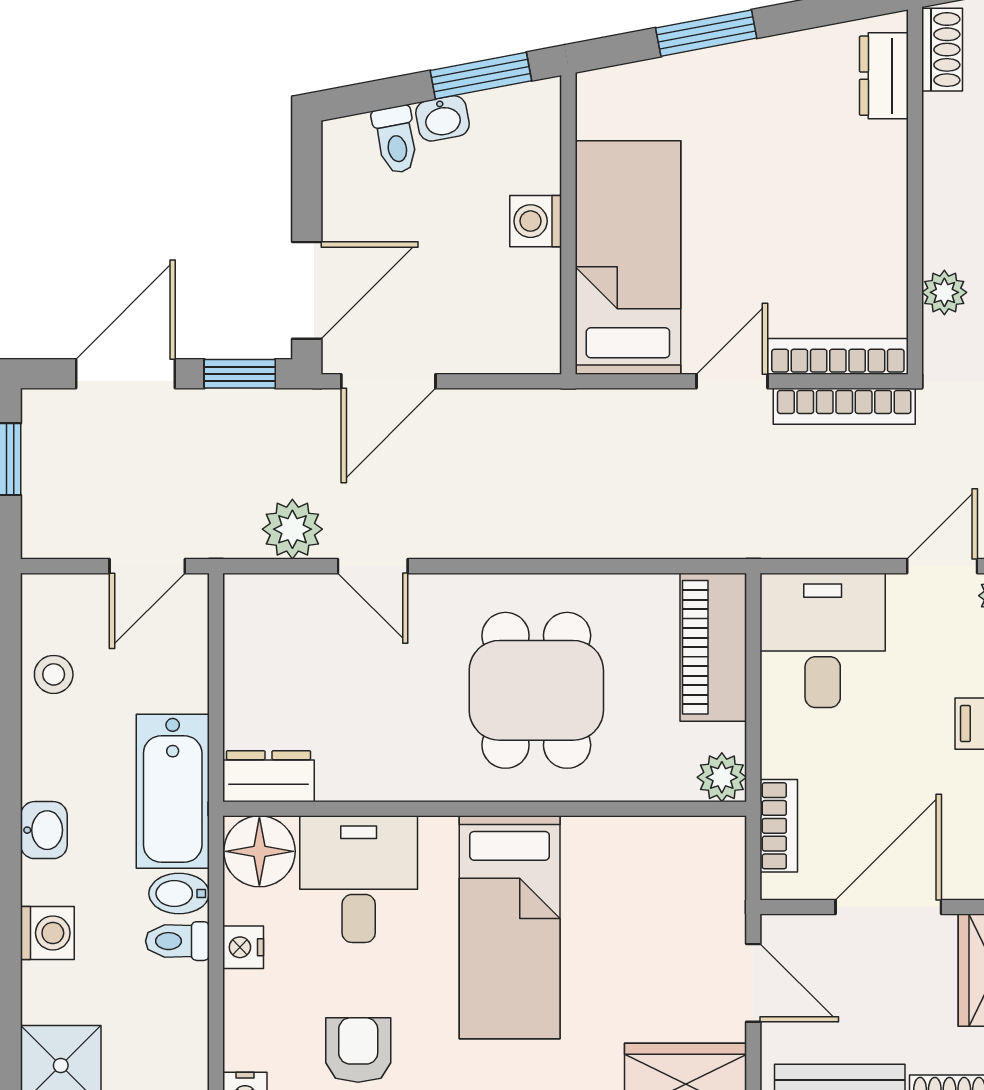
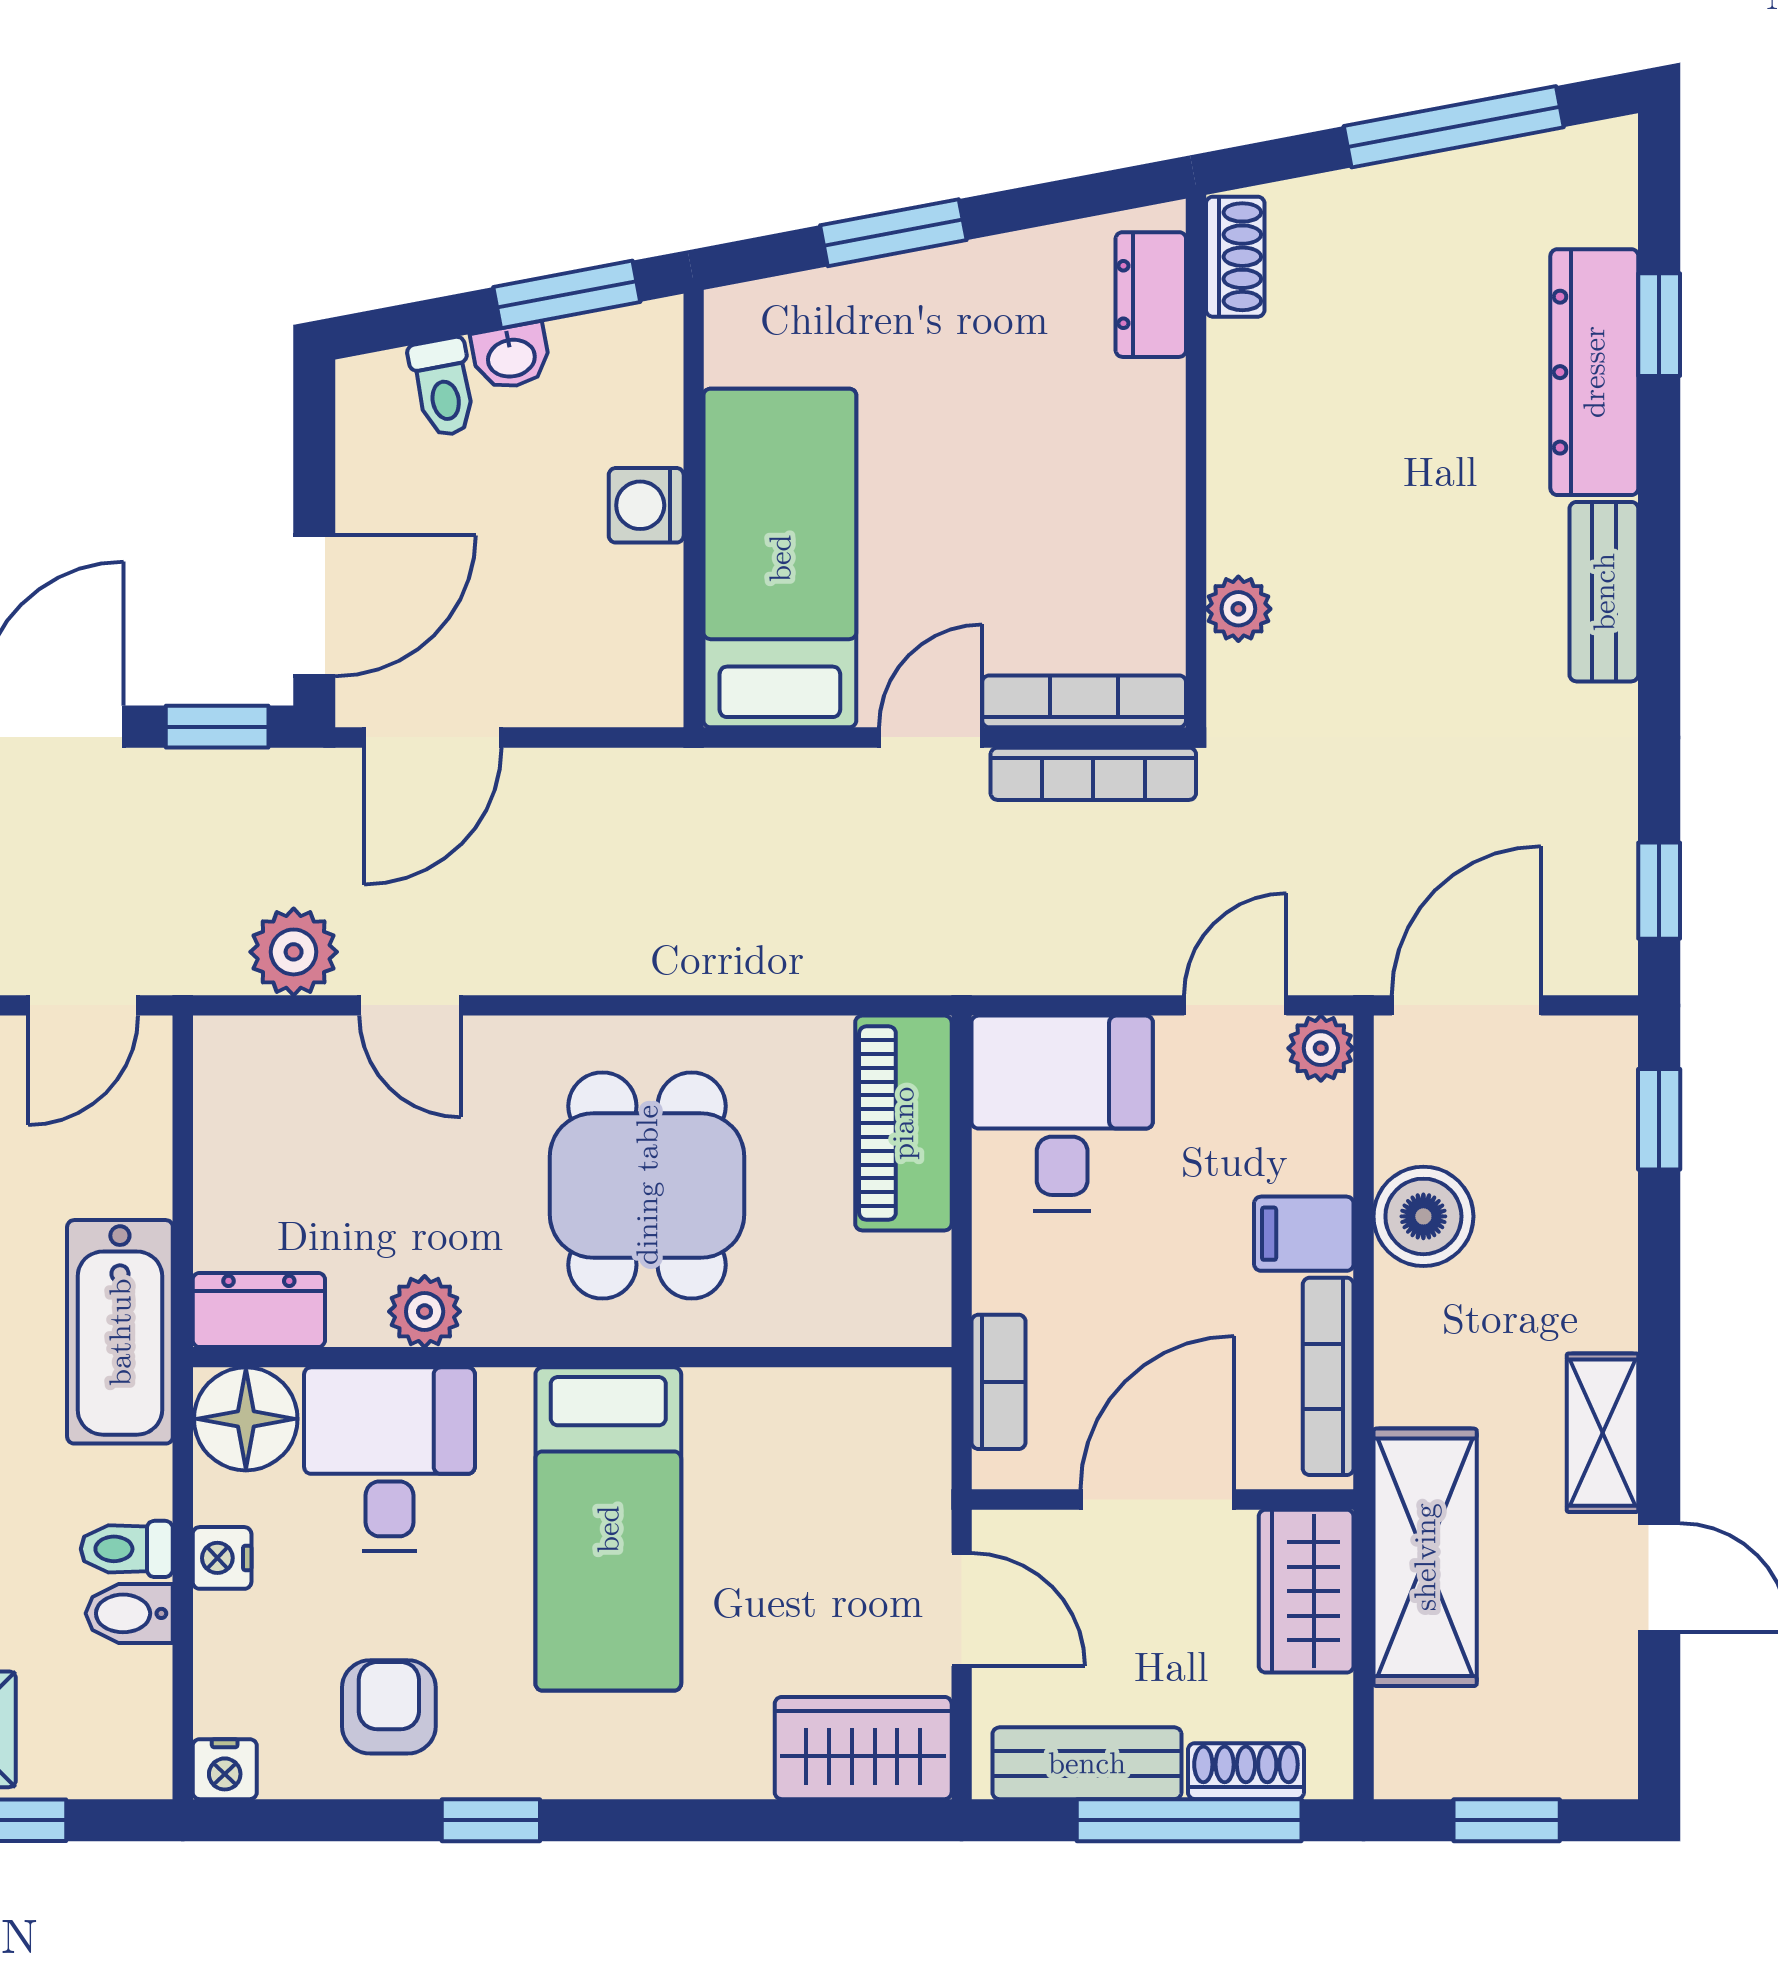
plant: (722, 777) -> (425, 1312), moved
bidet: (179, 894) -> (129, 1613), moved

